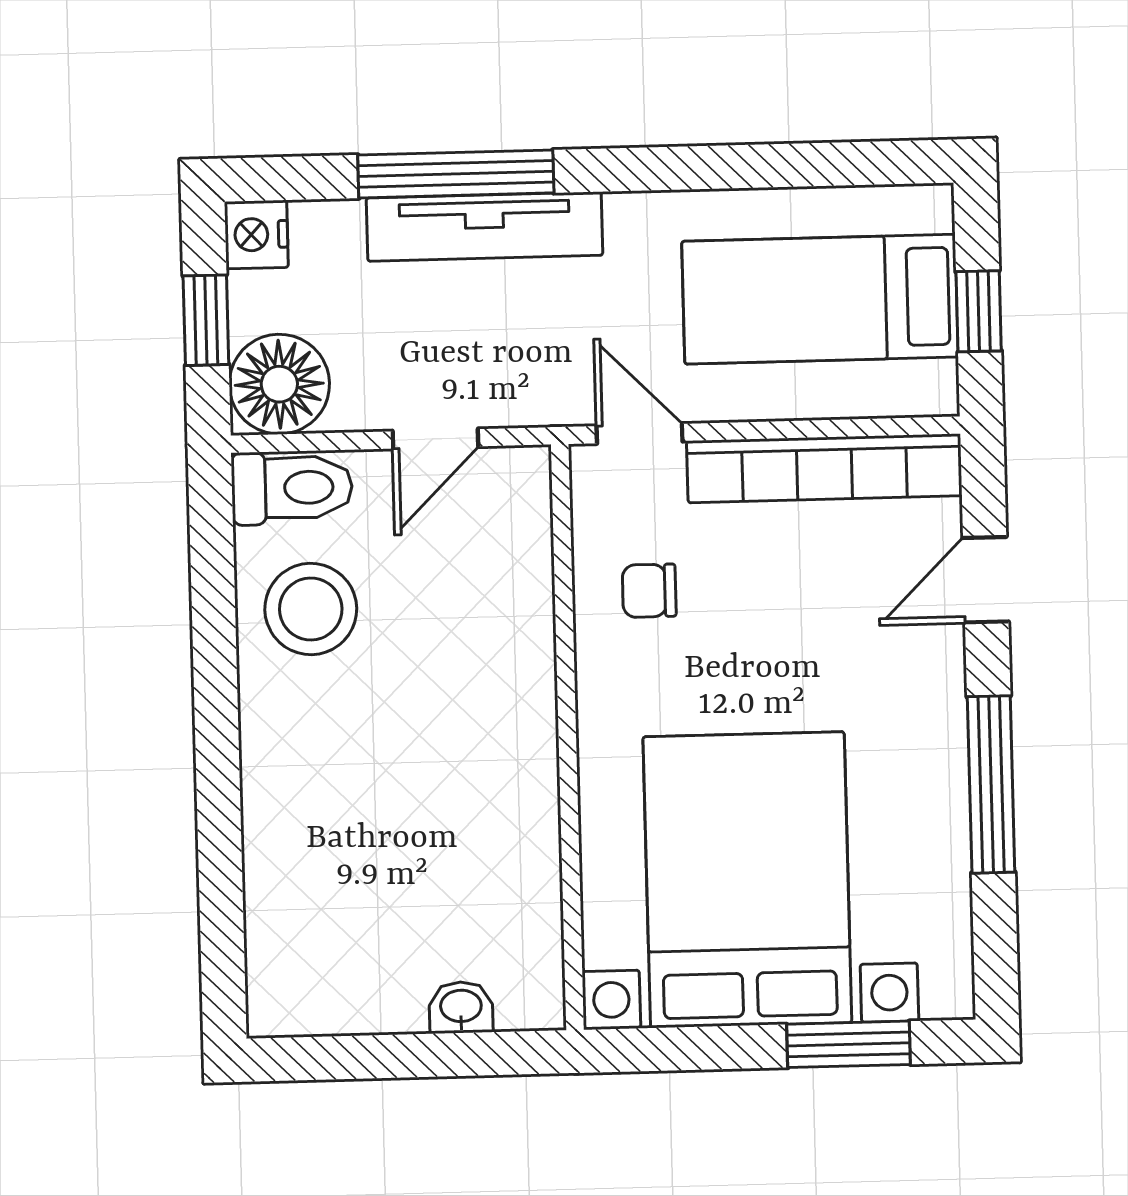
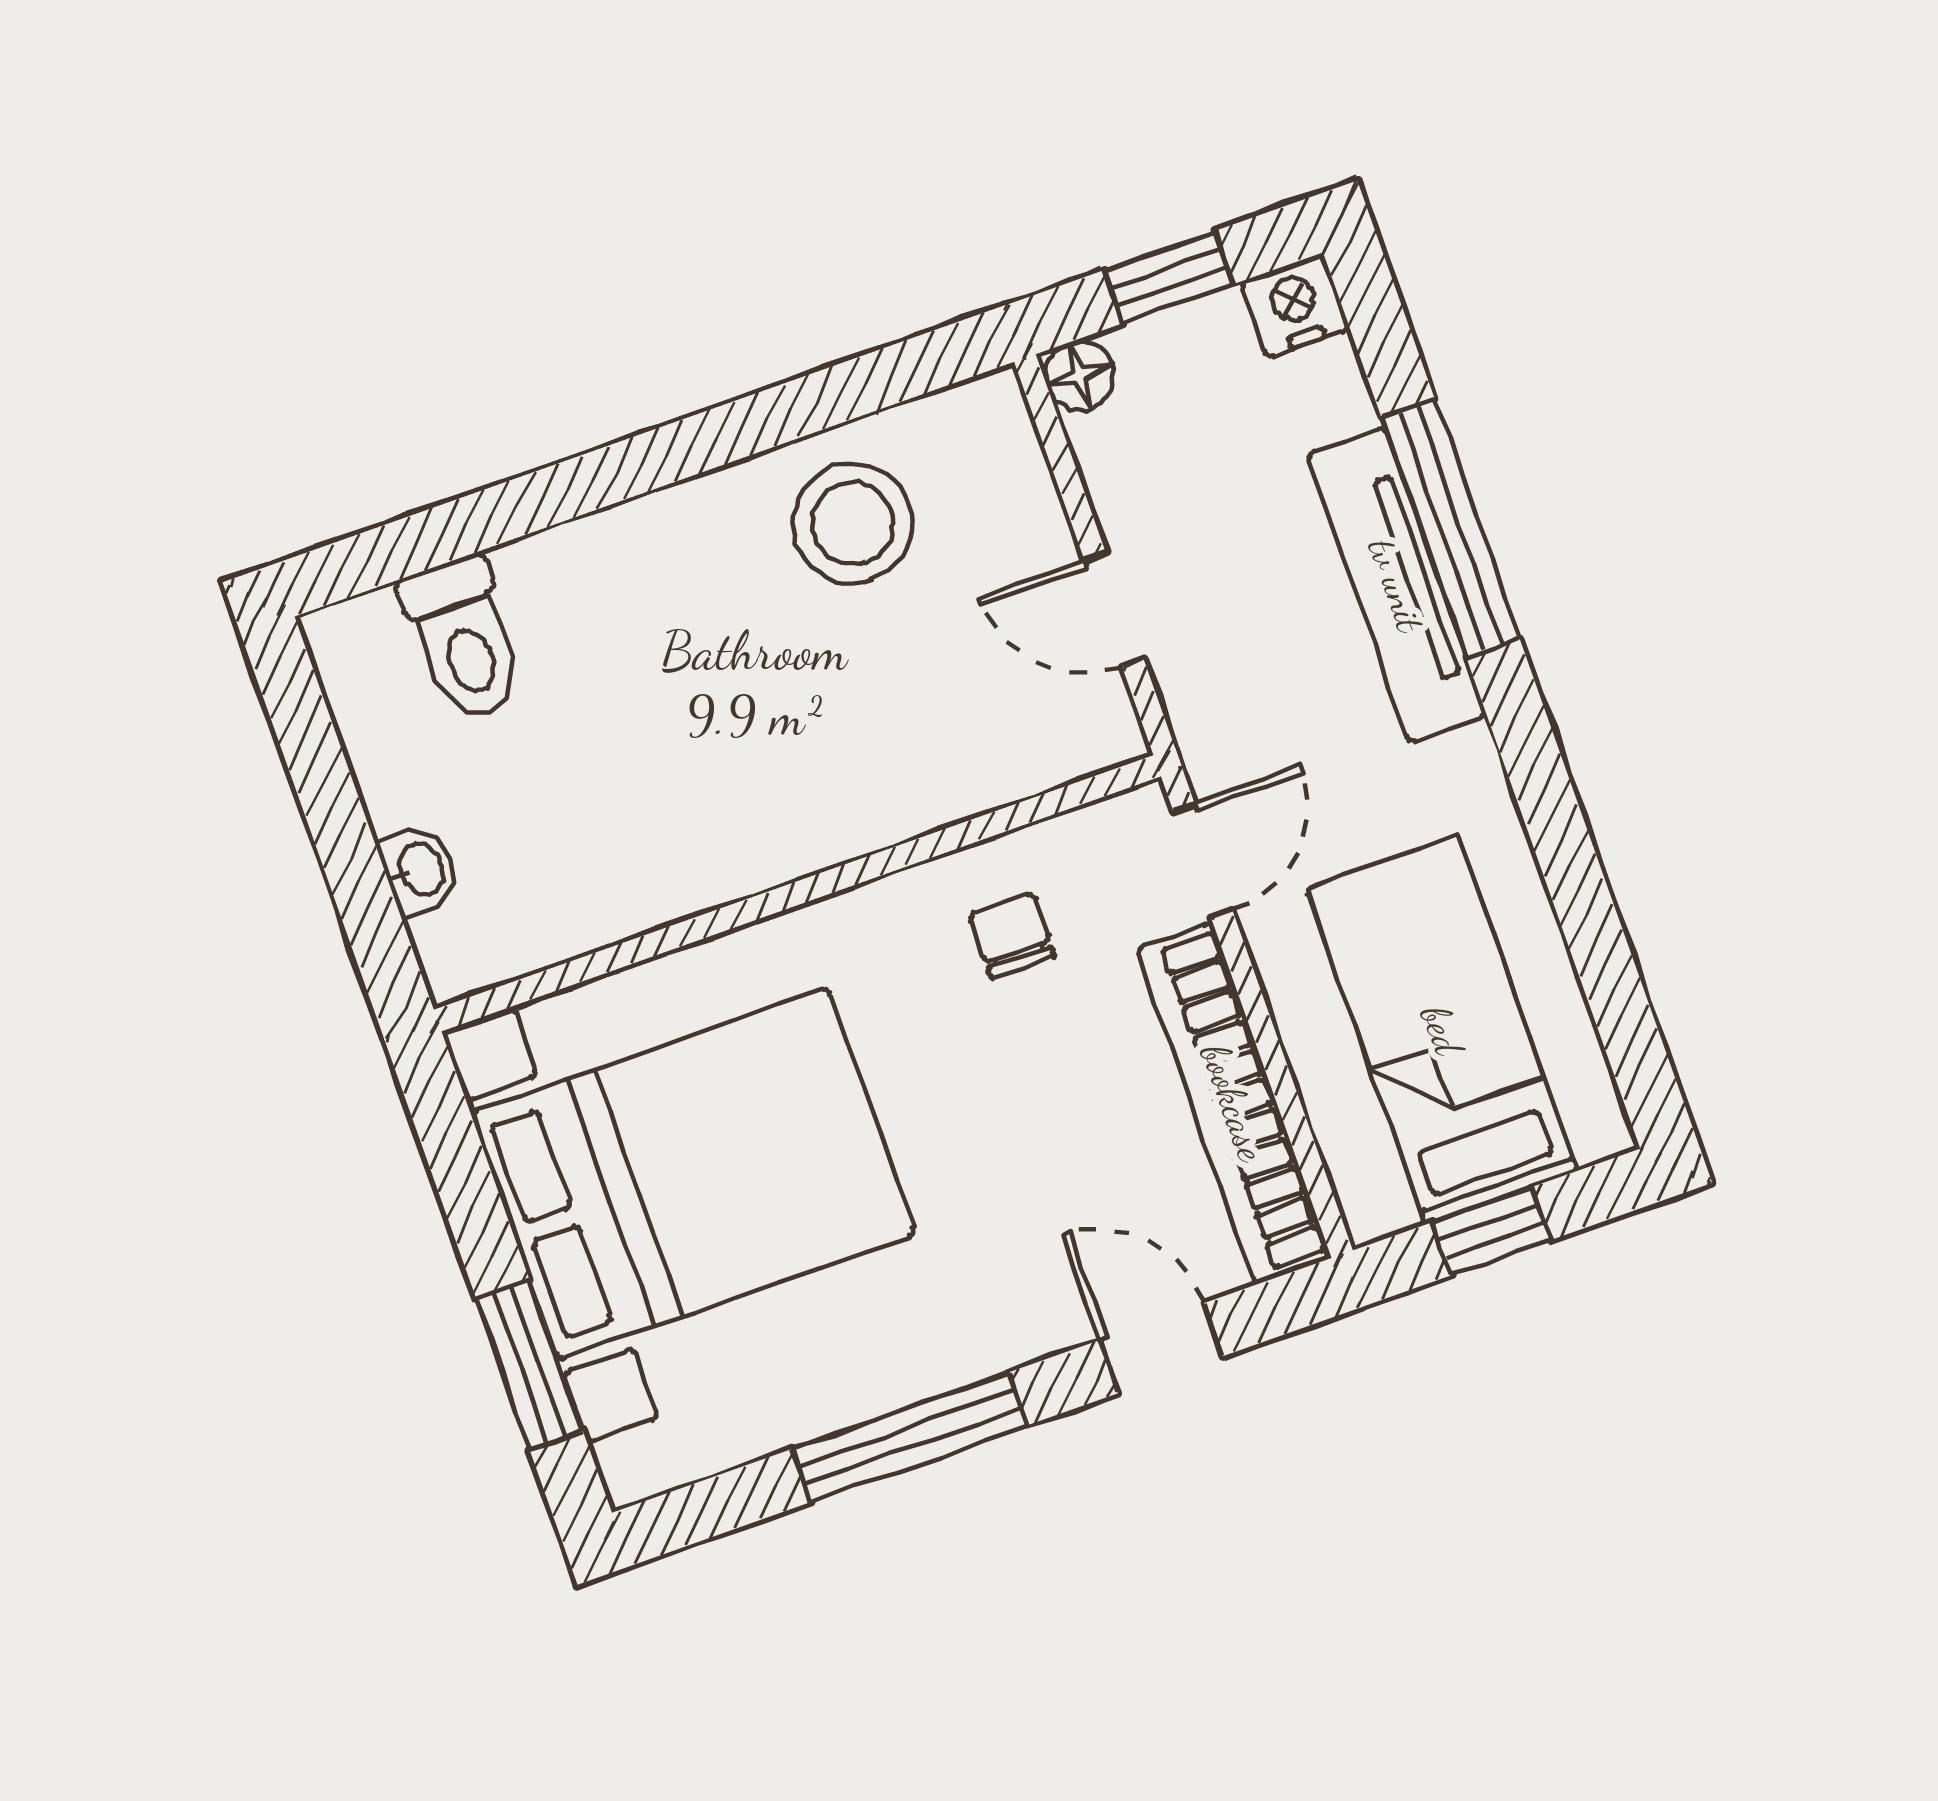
floor lamp: (279, 384) -> (1080, 375), width x0.53, depth x0.53
toilet: (292, 488) -> (464, 640), moved

